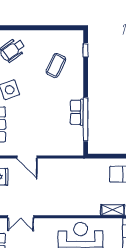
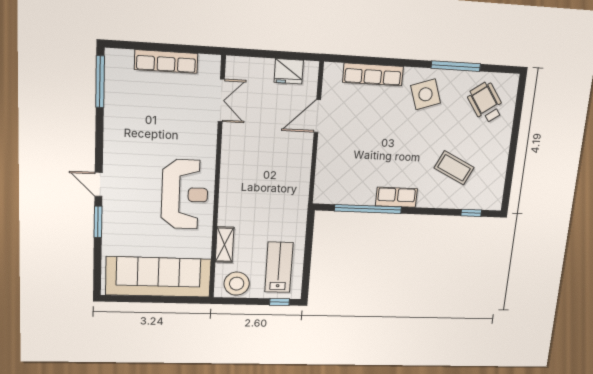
row of seats: (77, 112) -> (396, 197), moved
double door: (21, 217) -> (221, 100), swing flipped

